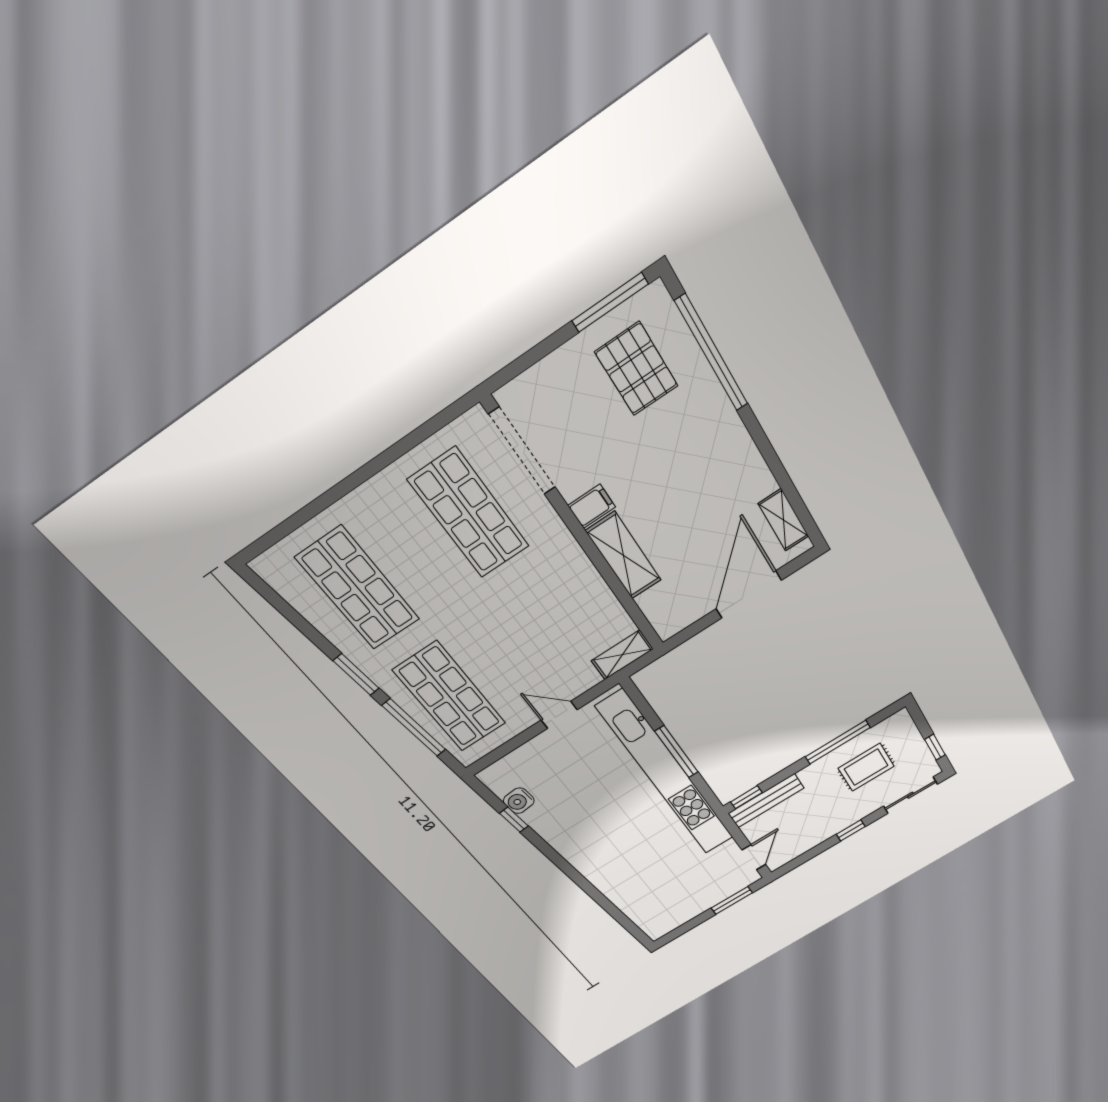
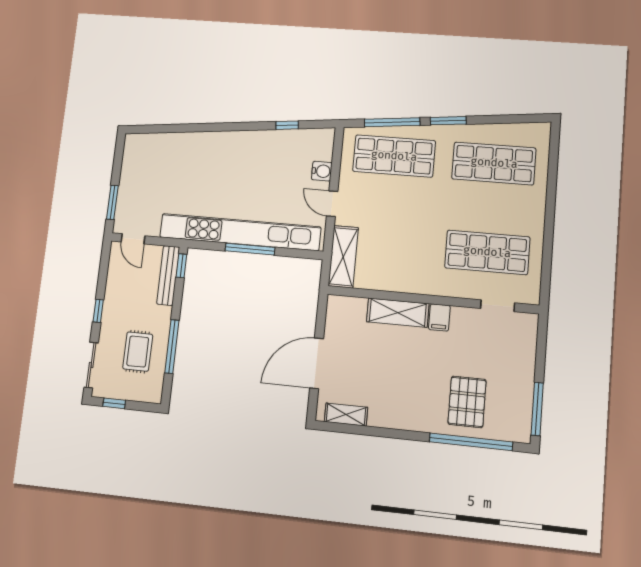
pallet: (637, 369) -> (467, 402), moved, turned 90
doorway: (522, 451) -> (498, 306), width x0.53
door: (749, 594) -> (317, 363), swing flipped
shelving: (622, 655) -> (343, 257), width x1.50, depth x1.33
door: (559, 715) -> (332, 204), swing flipped
water cooler: (519, 801) -> (322, 171), moved, turned 96

